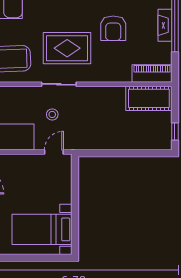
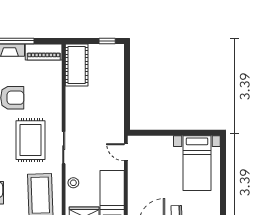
piano: (152, 74) -> (44, 52), moved, turned -90
stool: (52, 114) -> (73, 183), moved

